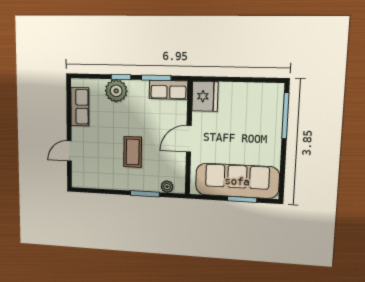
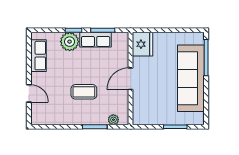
row of seats: (168, 90) -> (96, 40), moved
door: (69, 151) -> (29, 93), swing flipped
coffee table: (133, 152) -> (84, 92), turned 90
sofa: (237, 181) -> (191, 78), moved, turned -90

